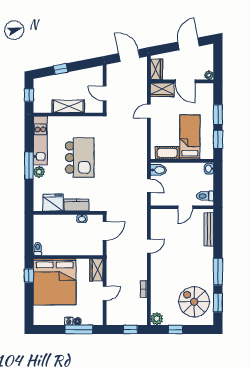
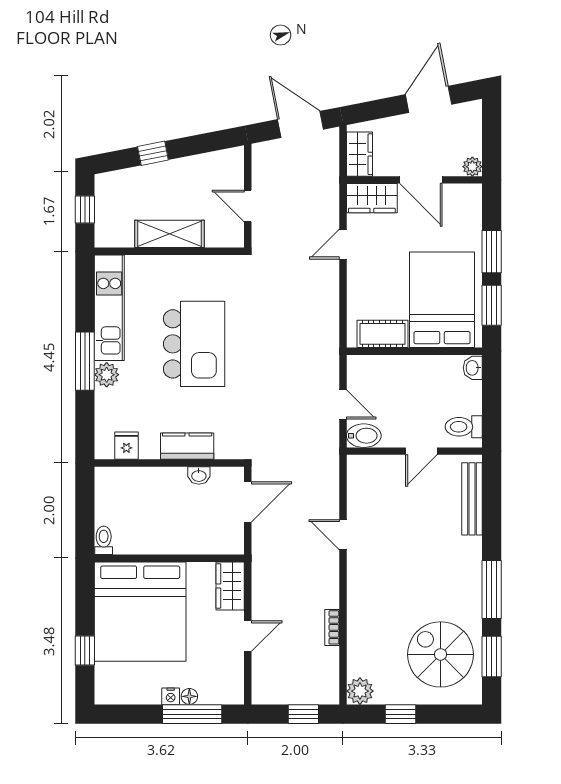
bed: (190, 137) -> (442, 300), width x1.50
bidet: (159, 170) -> (364, 436), moved
fridge: (53, 203) -> (126, 446), width x0.53, depth x0.75
door: (149, 246) -> (343, 535), swing flipped
window: (29, 276) -> (85, 650), moved

